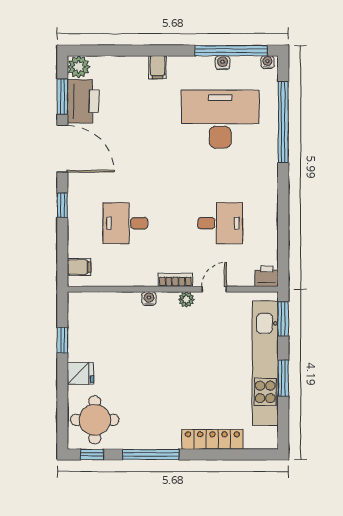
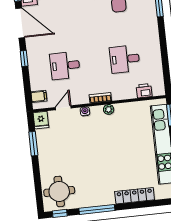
desk: (220, 223) -> (125, 59), turned 180
printer: (267, 276) -> (144, 91), moved
door: (214, 289) -> (63, 108), moved
window: (62, 340) -> (33, 144), width x1.50
fridge: (81, 373) -> (41, 120), moved, turned 90

